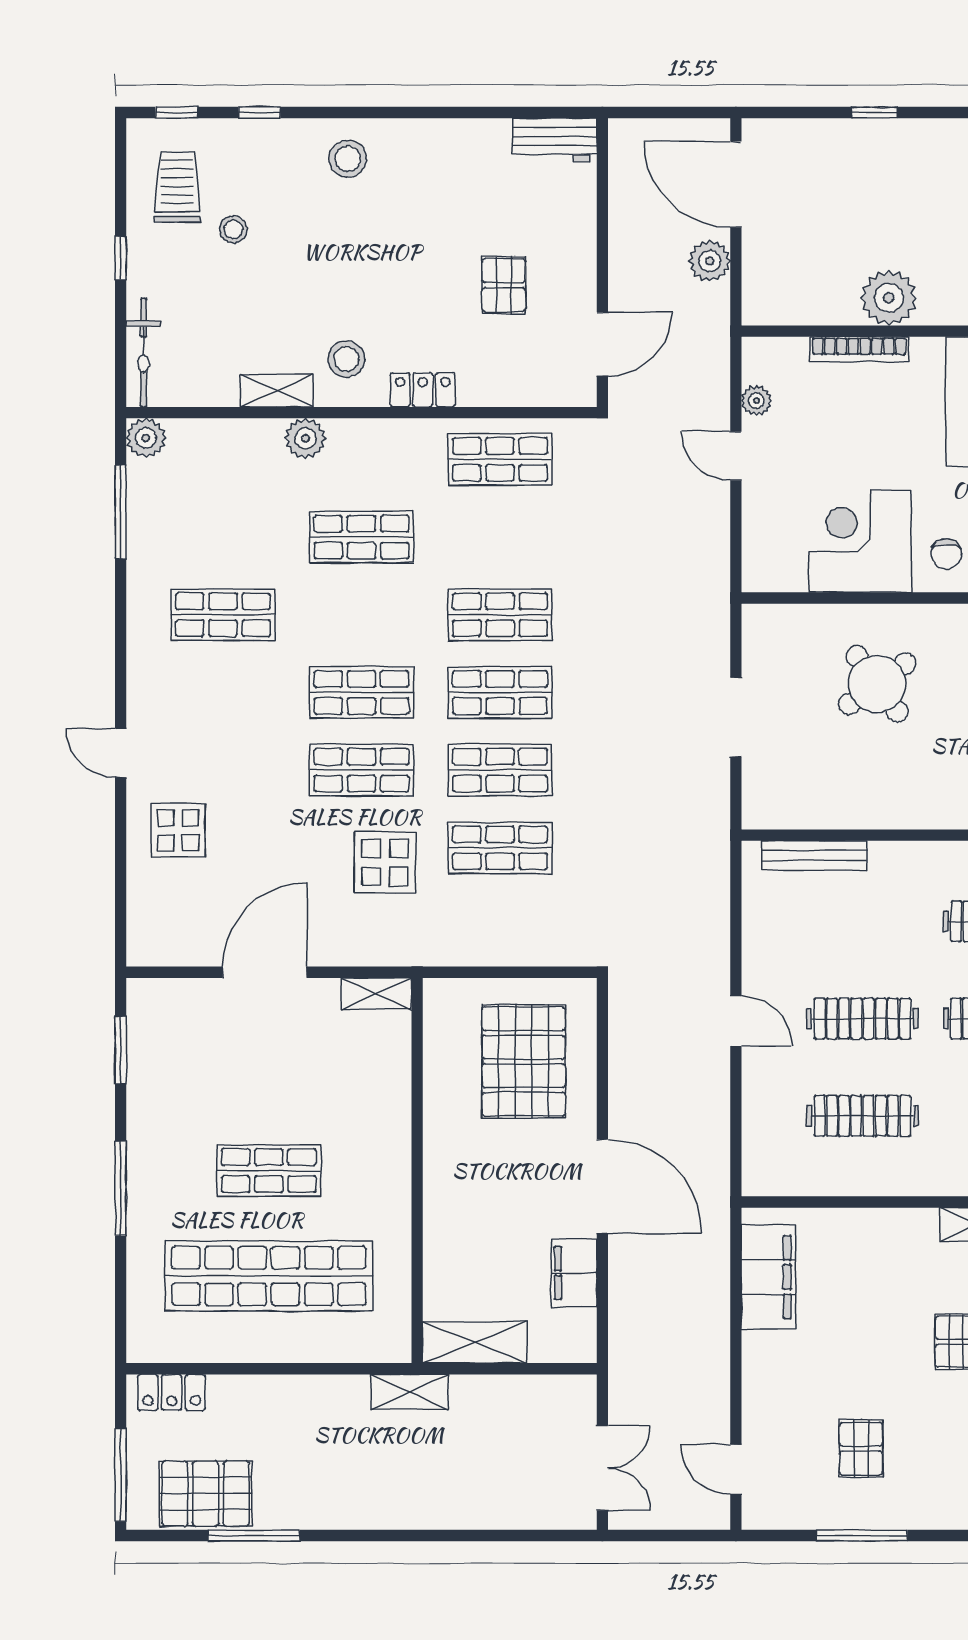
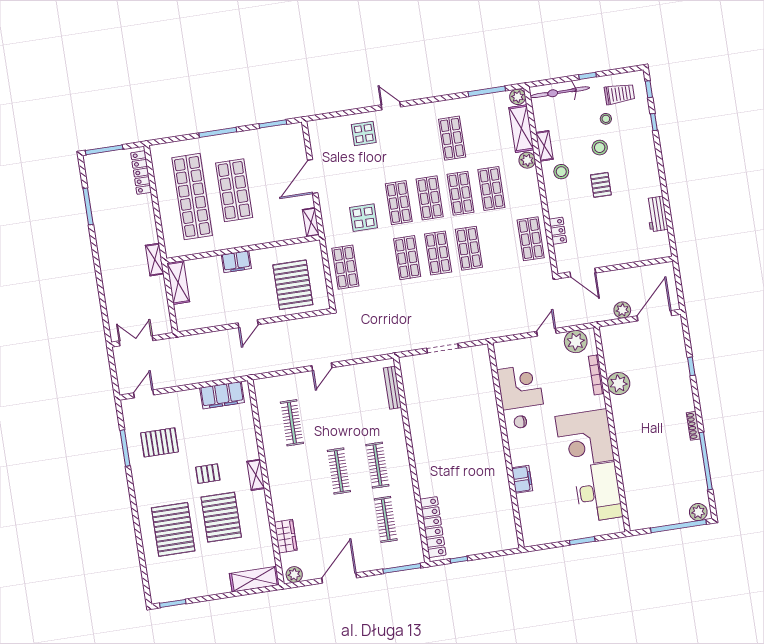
workbench: (555, 140) -> (657, 214), moved
stool: (348, 159) -> (600, 148), moved
pallet: (504, 285) -> (601, 185), moved, turned 90
bicycle: (143, 353) -> (560, 92), width x1.37, depth x1.40
locker: (423, 390) -> (558, 231), moved
plant: (756, 400) -> (576, 341), width x1.87, depth x1.87
shelving: (225, 441) -> (521, 129), added
shop shelf: (362, 615) -> (461, 193), added
round table: (877, 684) -> (464, 402), removed
door: (121, 753) -> (391, 106), hinge flipped
shop shelf: (500, 848) -> (345, 267), moved
door: (265, 972) -> (313, 176), swing flipped
clothes rail: (862, 1019) -> (330, 417), removed
pallet: (524, 1061) -> (293, 285), turned 90
shop shelf: (269, 1171) -> (234, 190), width x1.43, depth x1.36
door: (602, 1186) -> (248, 324), width x0.53
filing cabinet: (574, 1273) -> (236, 262), moved, turned 180
locker: (172, 1392) -> (141, 173), width x1.53
pallet: (861, 1449) -> (159, 442), width x1.50, depth x1.42
double door: (602, 1468) -> (136, 341), swing flipped
pallet: (206, 1494) -> (102, 185), removed

